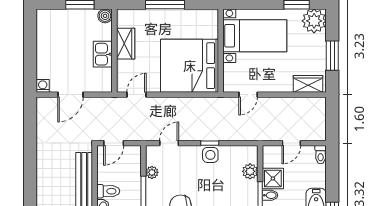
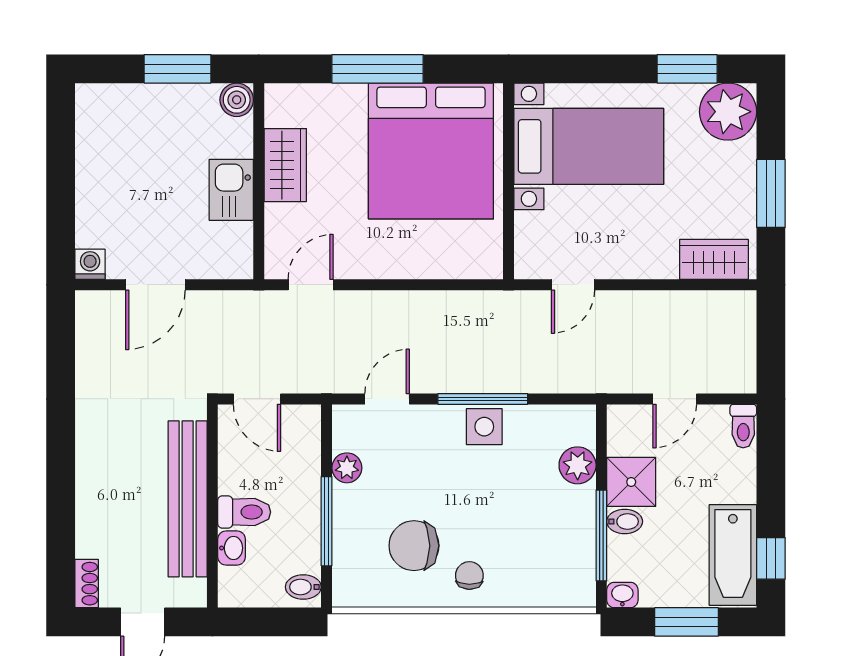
bed: (190, 66) -> (431, 151), moved, turned -90
door: (114, 143) -> (257, 399), hinge flipped
window: (210, 143) -> (483, 399), width x2.17

